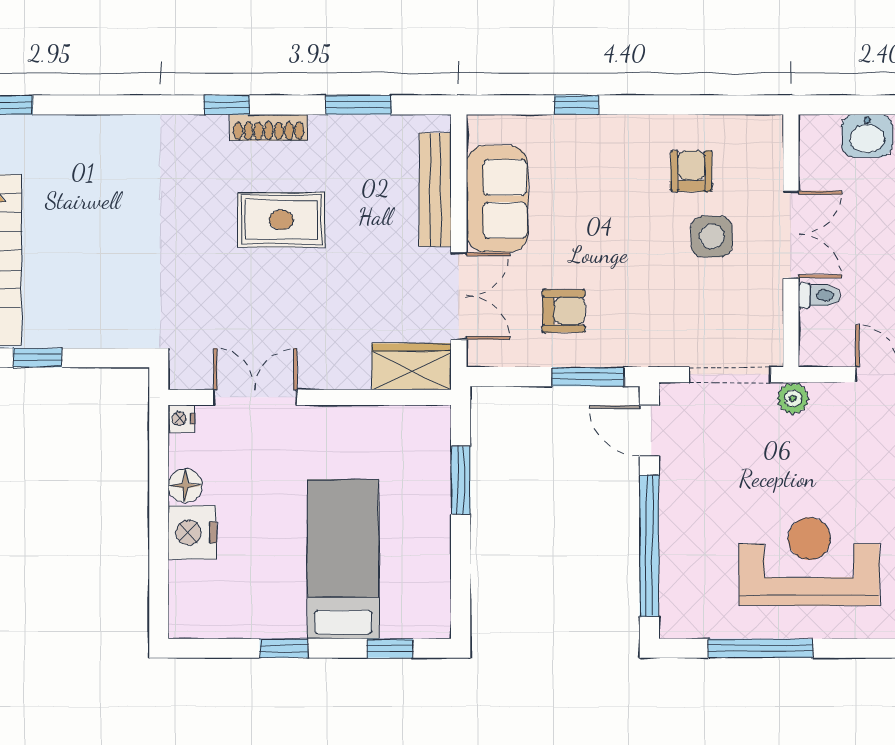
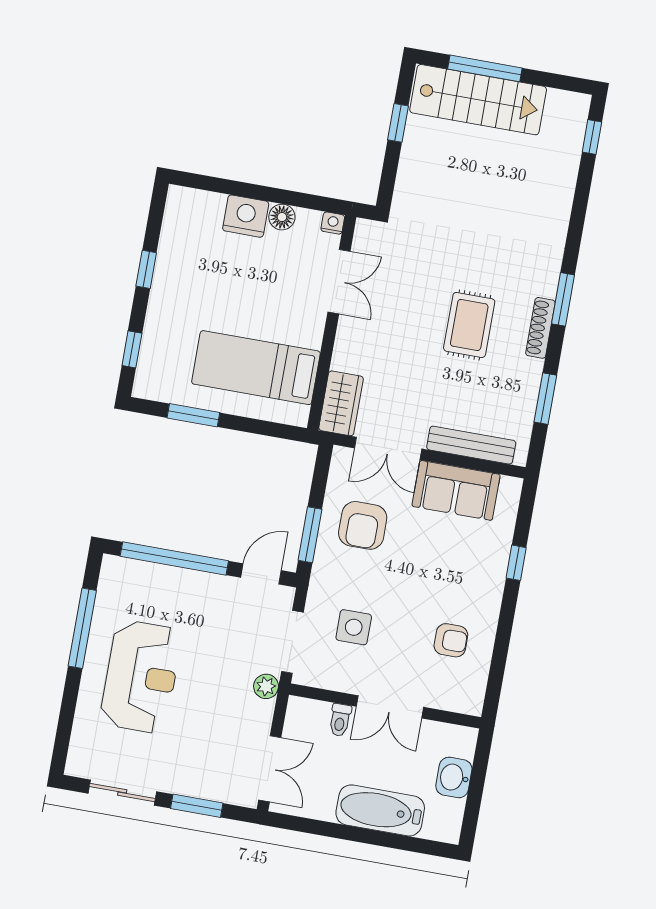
window: (227, 105) -> (563, 299), width x1.50
side table: (712, 237) -> (354, 627), moved
armchair: (564, 311) -> (363, 525), width x1.38, depth x1.38
window: (461, 480) -> (193, 415), moved
bed: (343, 559) -> (256, 368), moved, turned 180

